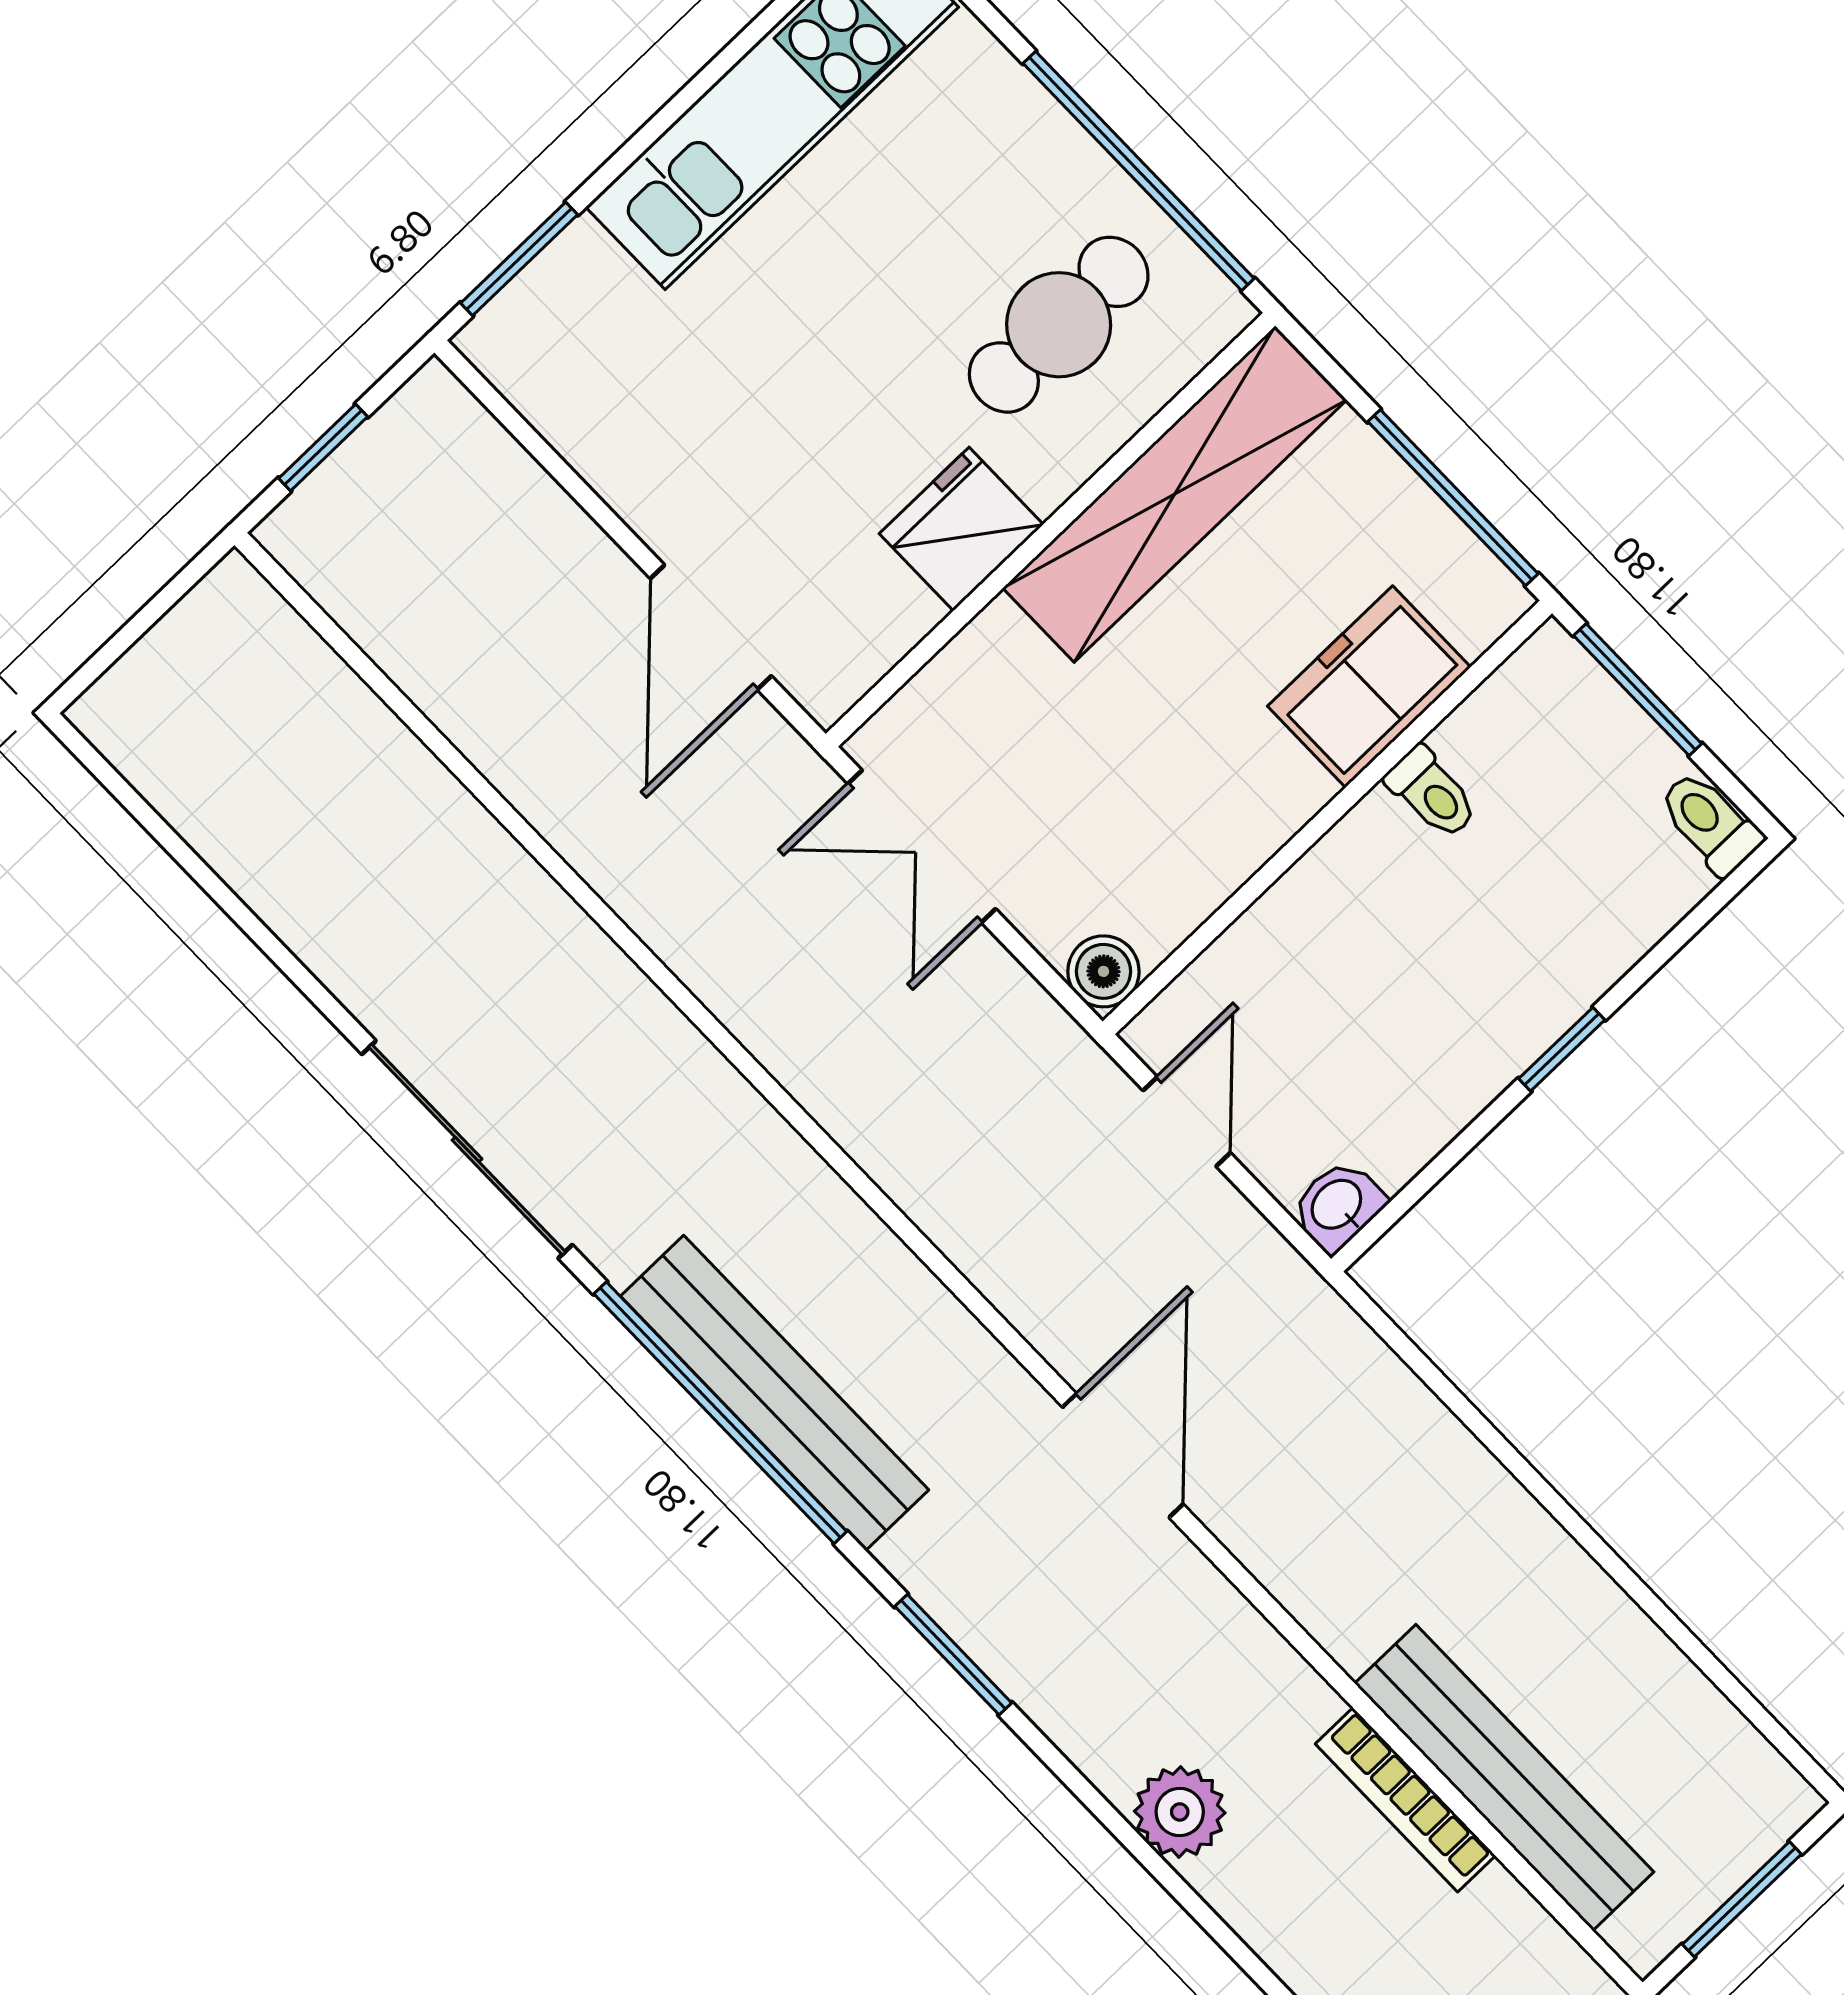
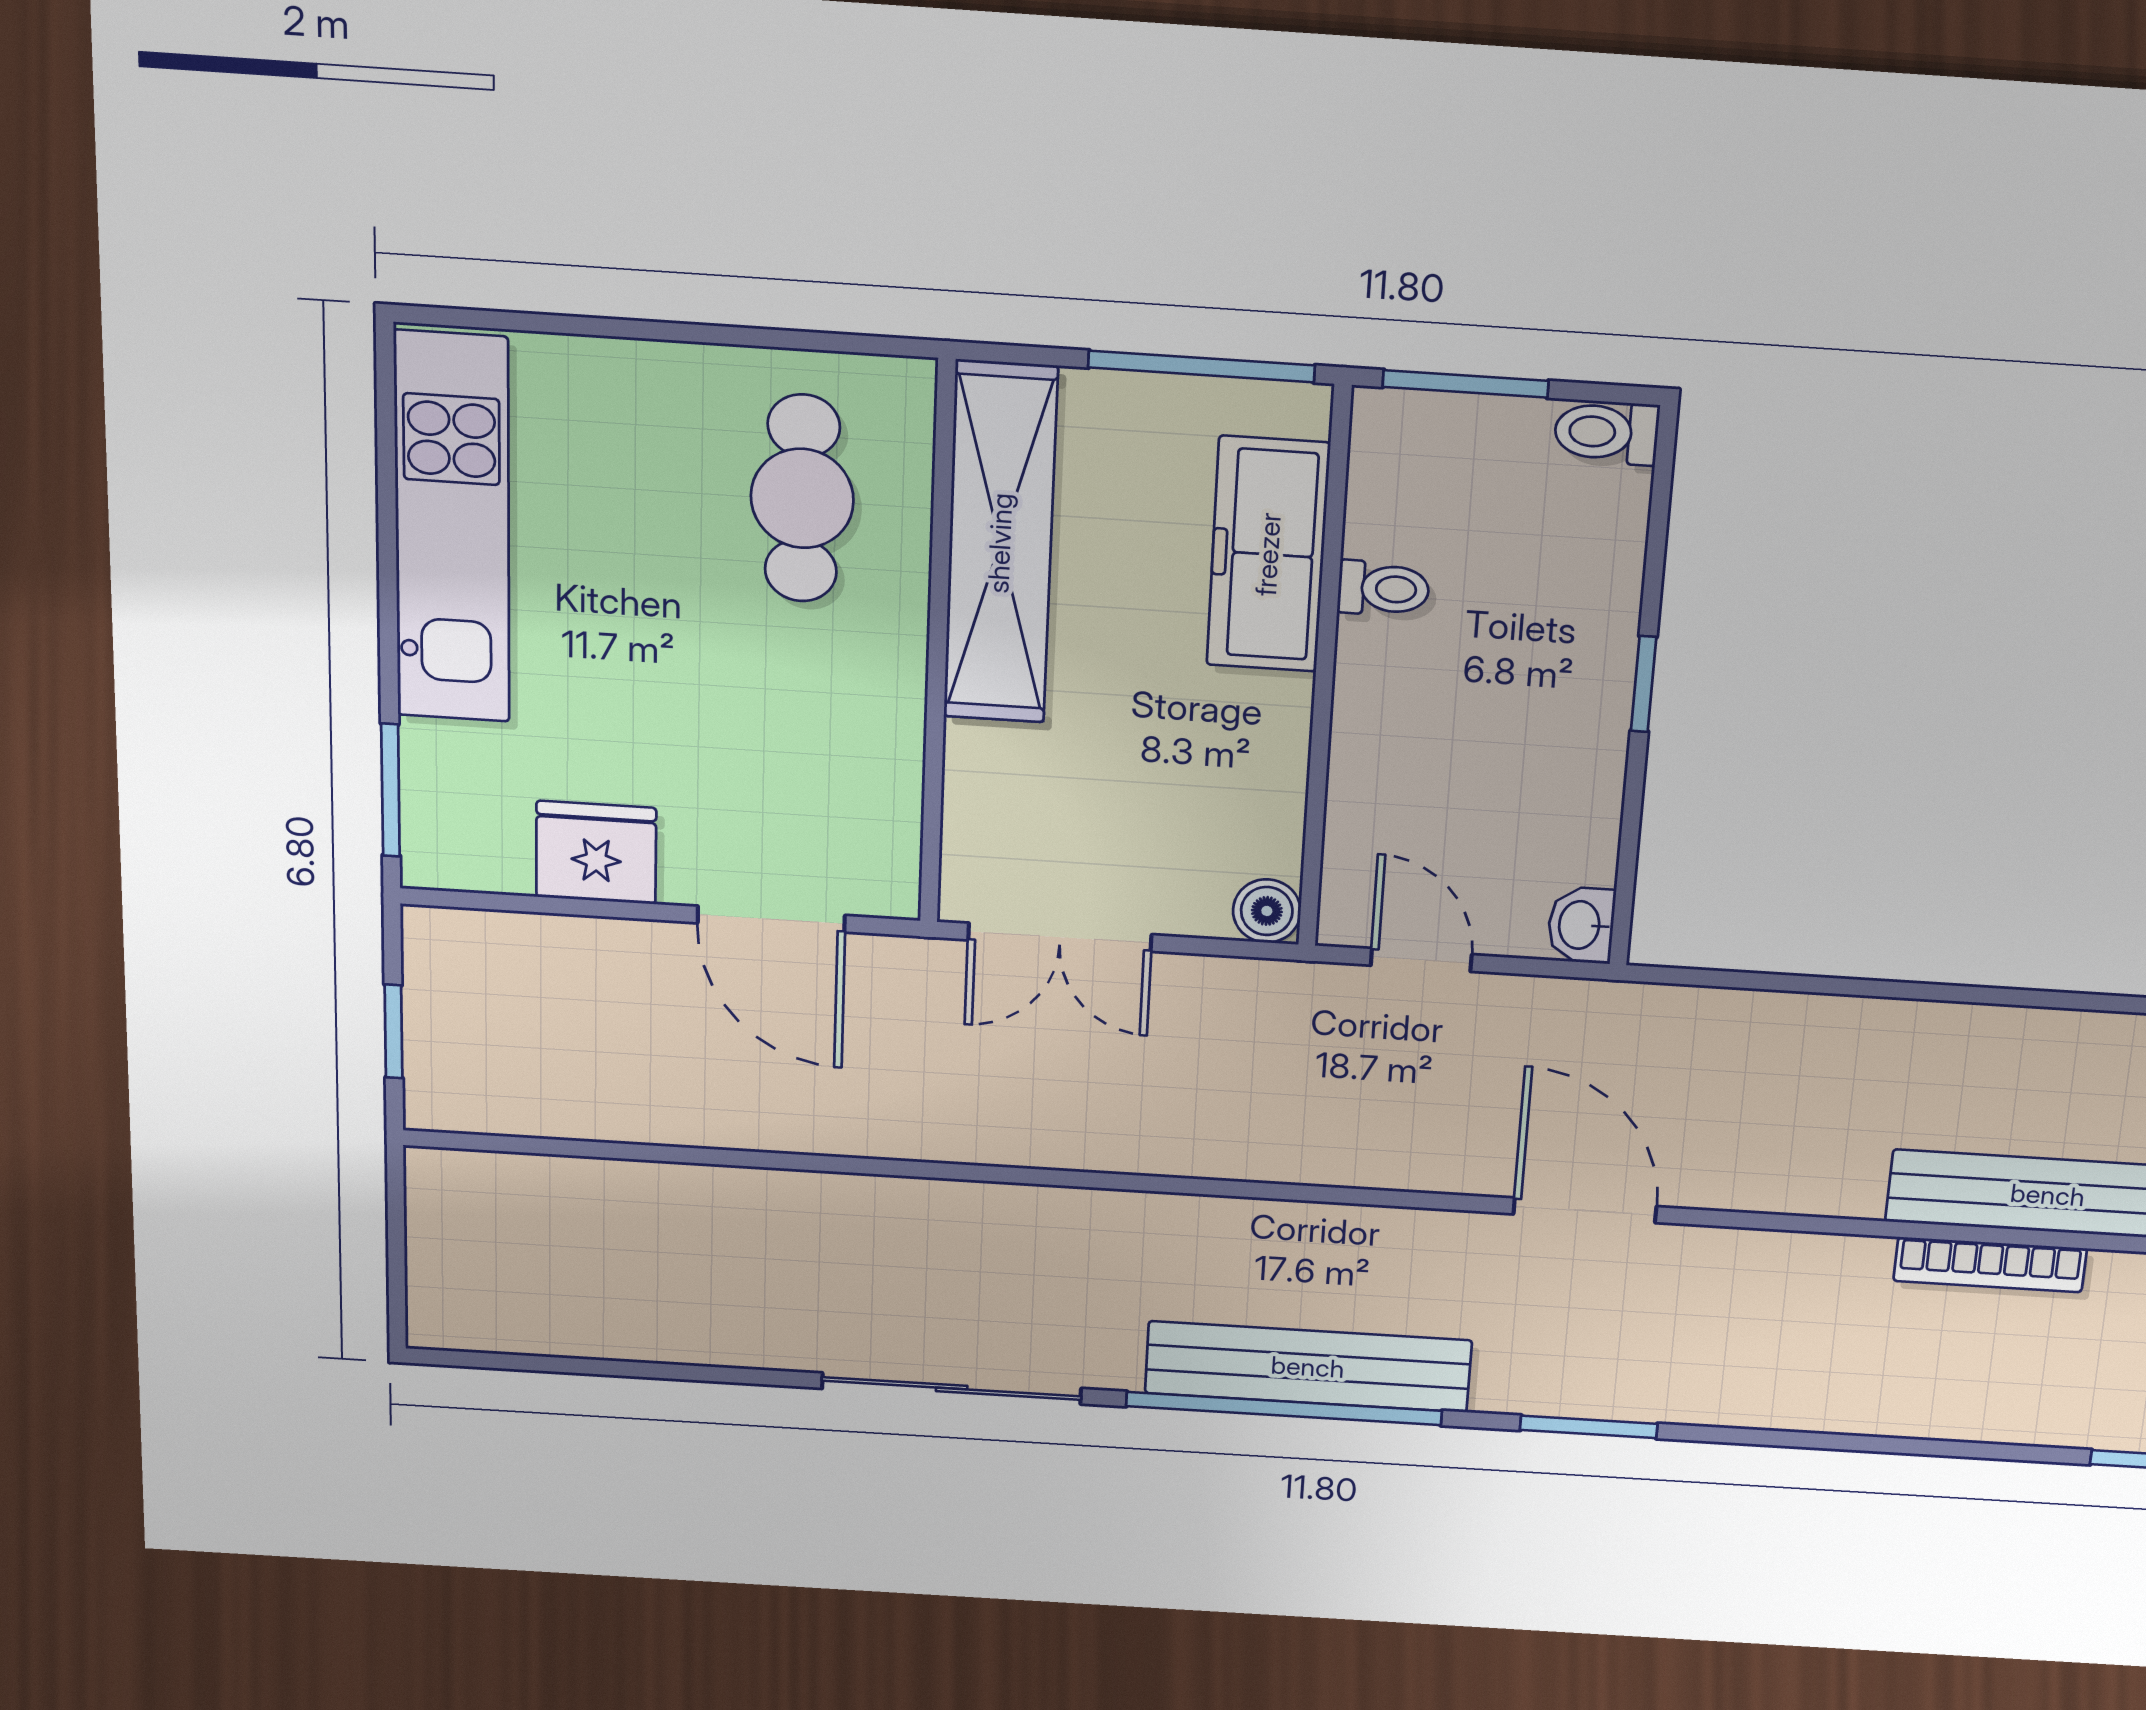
window: (1139, 171) -> (750, 337), removed
fridge: (961, 529) -> (596, 853), moved, turned 90
freezer: (1369, 687) -> (1268, 554), width x1.40
plant: (1180, 1812) -> (1838, 1398), removed

